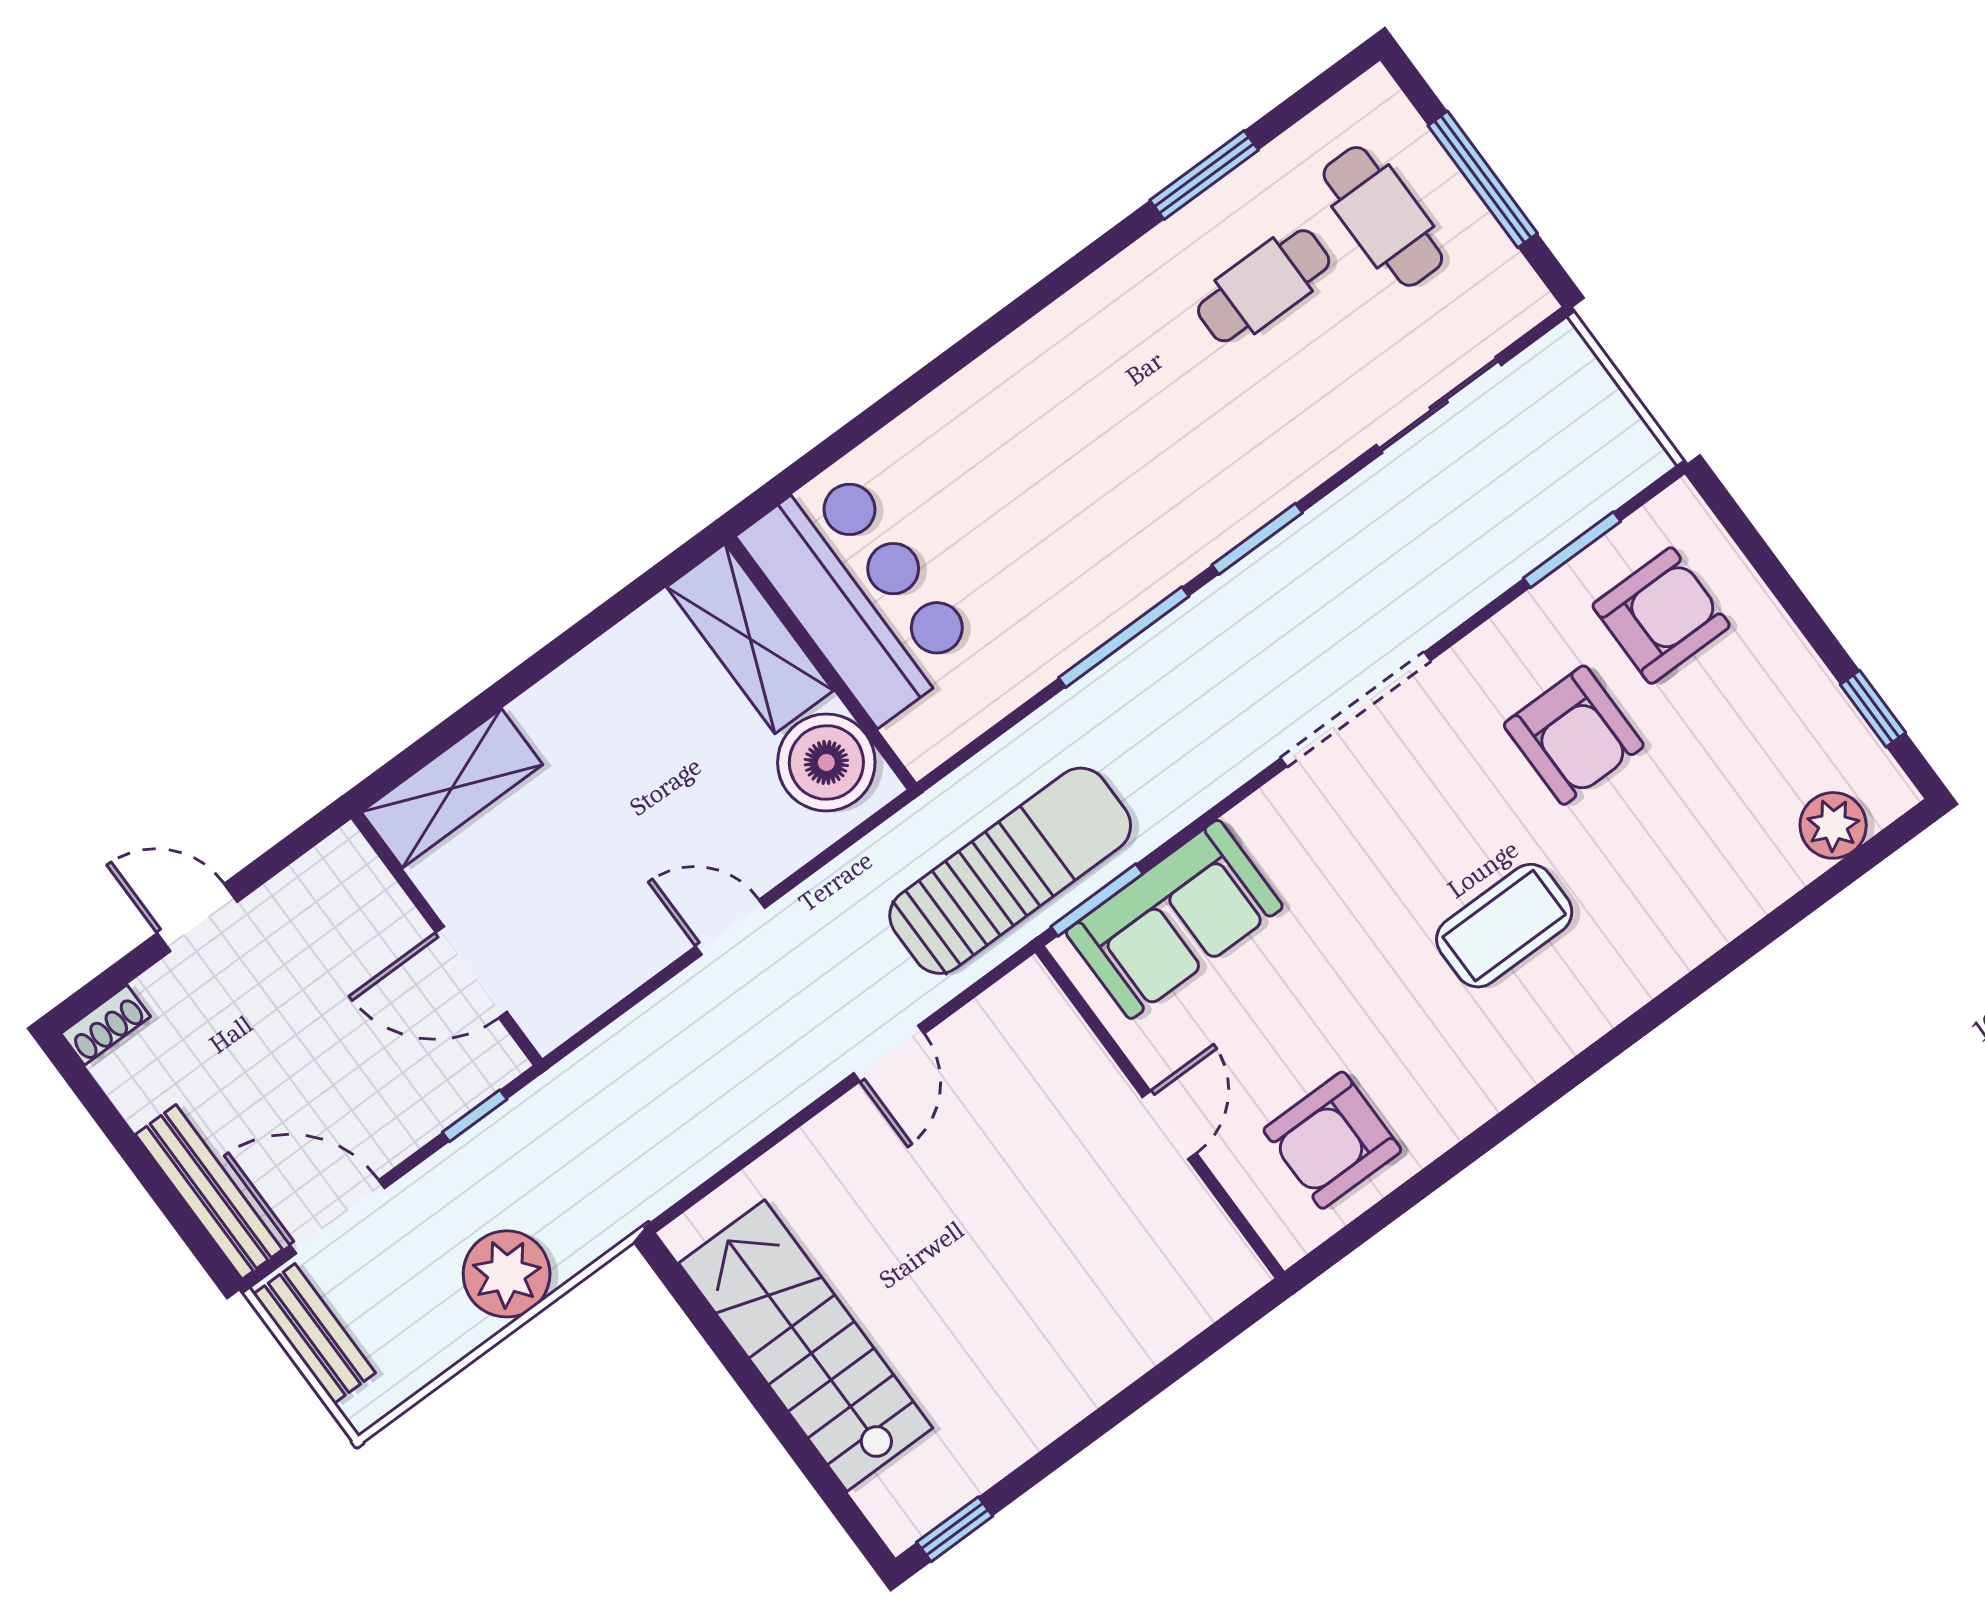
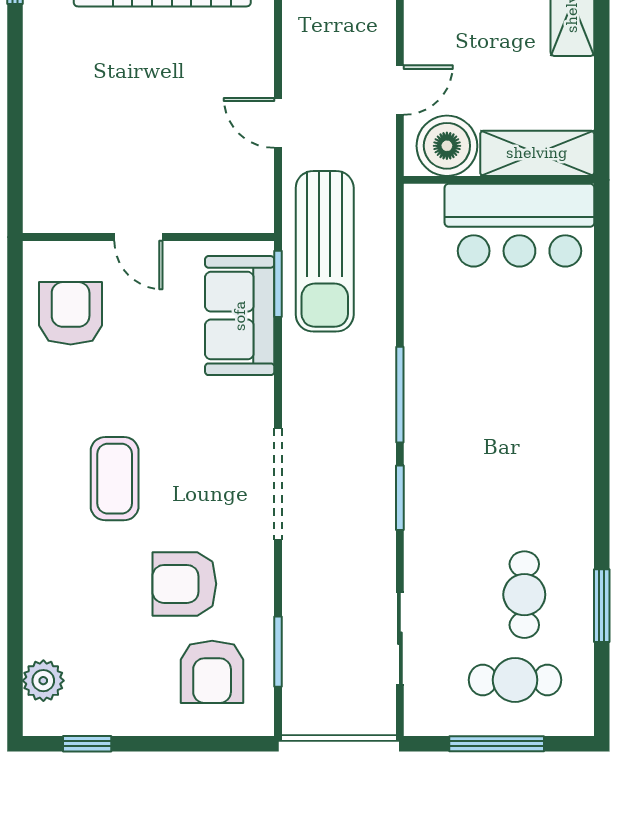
bar counter: (860, 593) -> (519, 225), moved
shelving: (750, 639) -> (537, 153), moved
wall: (821, 663) -> (499, 180), moved
boiler: (826, 762) -> (447, 146), moved

